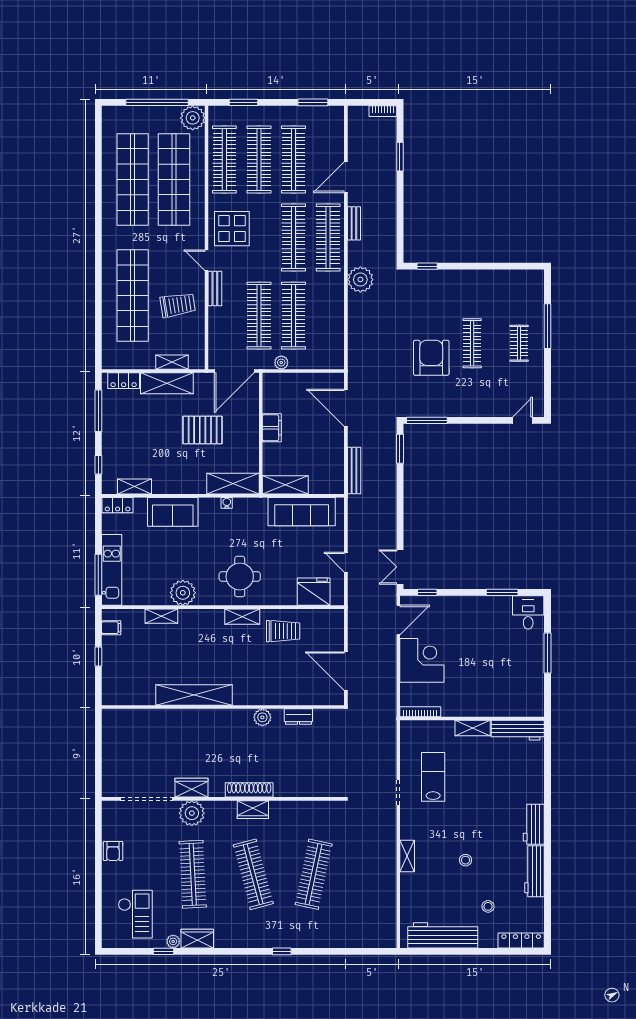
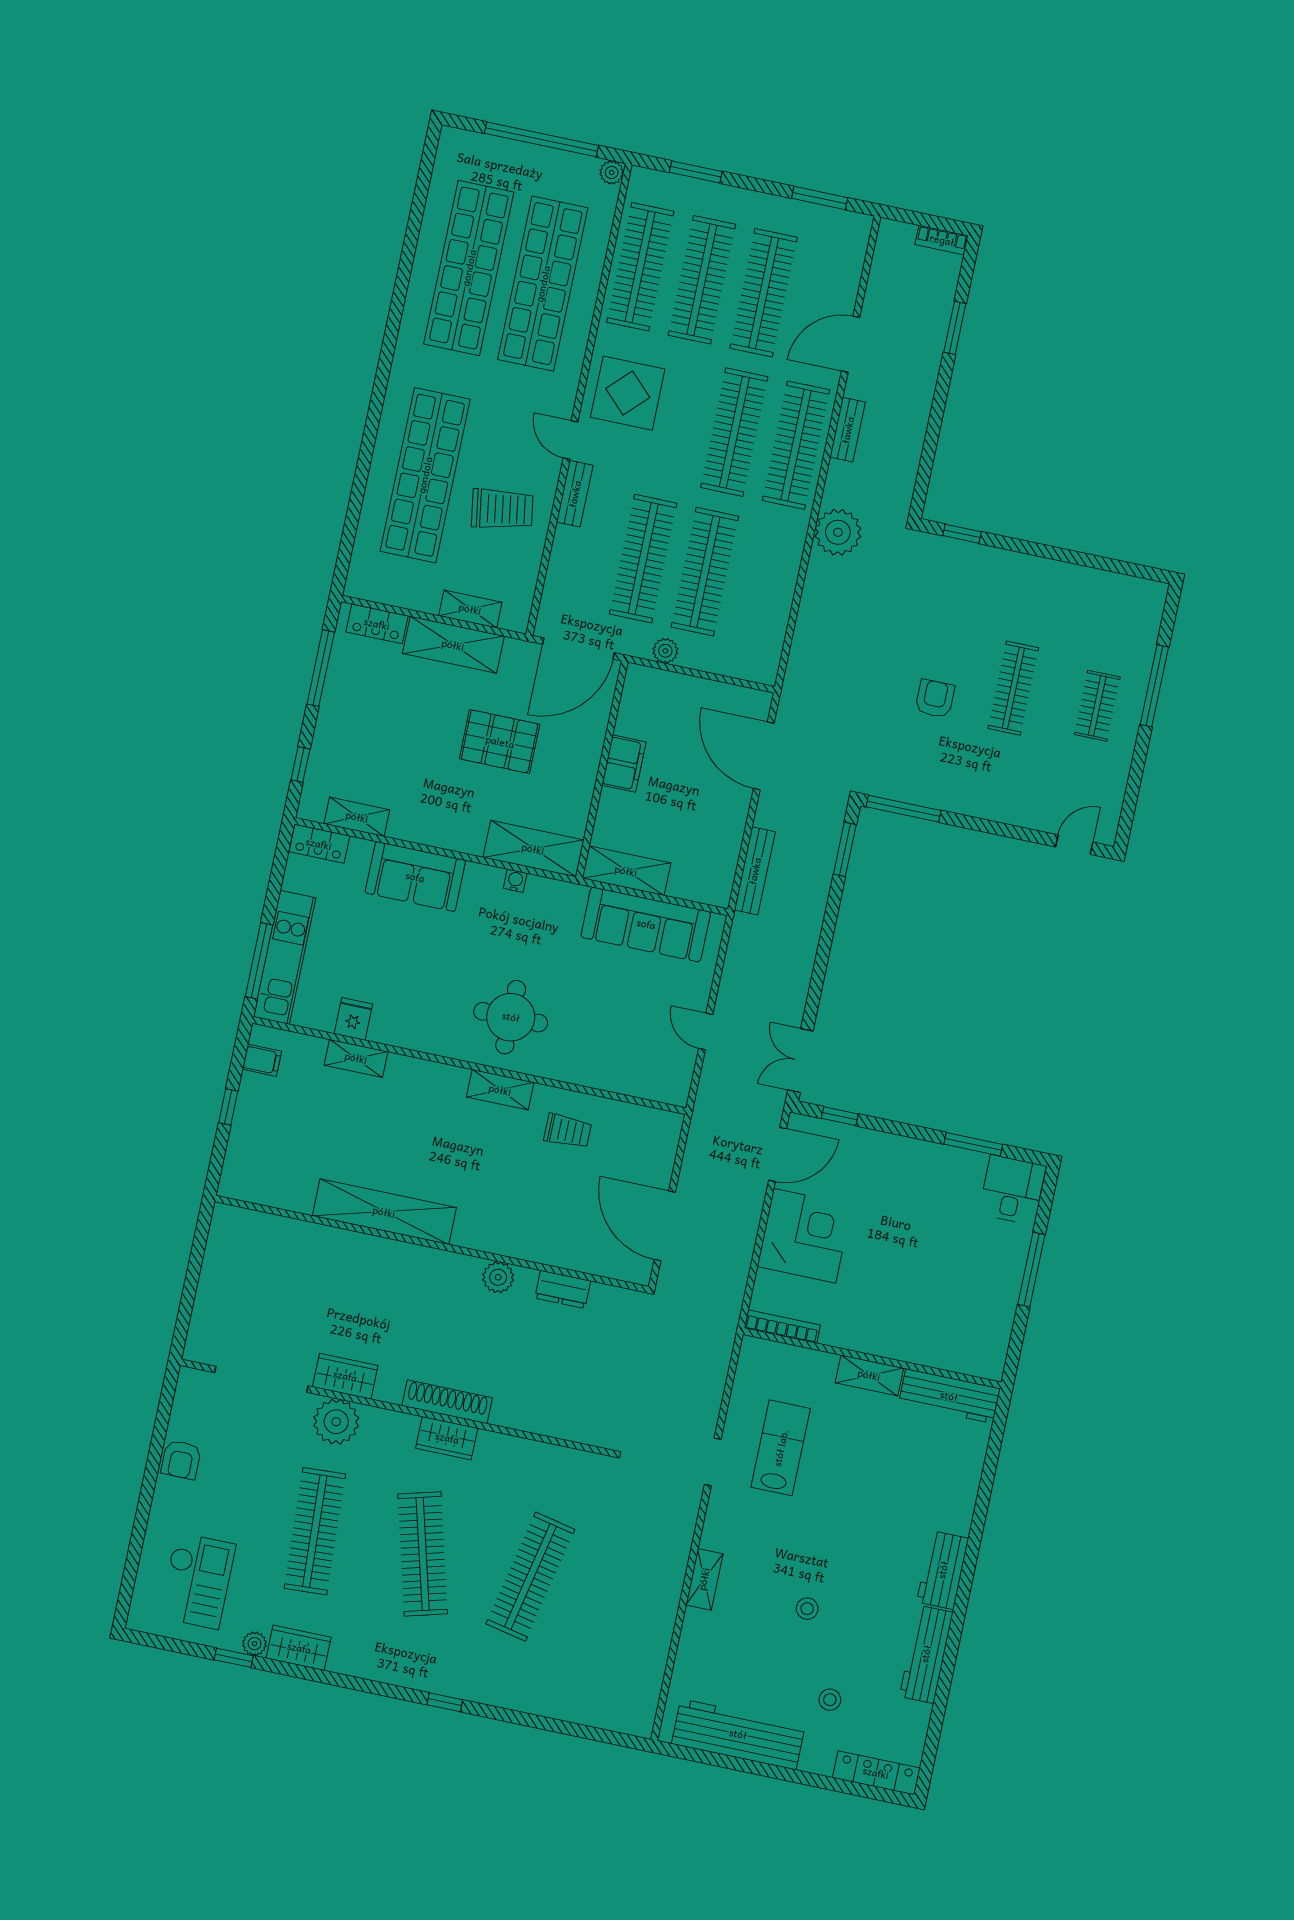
plant: (193, 118) -> (612, 172), width x0.53, depth x0.53
armchair: (431, 358) -> (935, 699), width x0.53, depth x0.53
fridge: (314, 592) -> (353, 1019), moved, width x0.53, depth x0.75
plant: (183, 593) -> (403, 1025), removed
trolley: (283, 631) -> (568, 1131), width x0.73, depth x0.72

